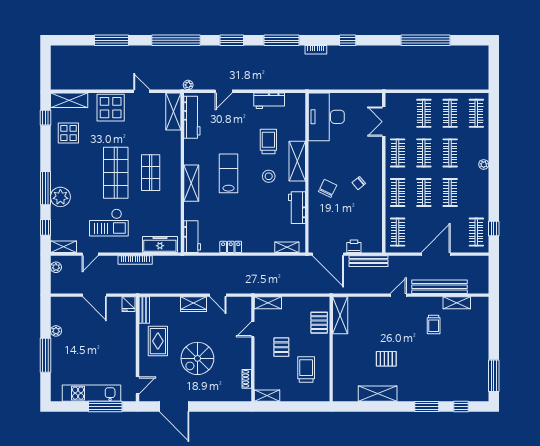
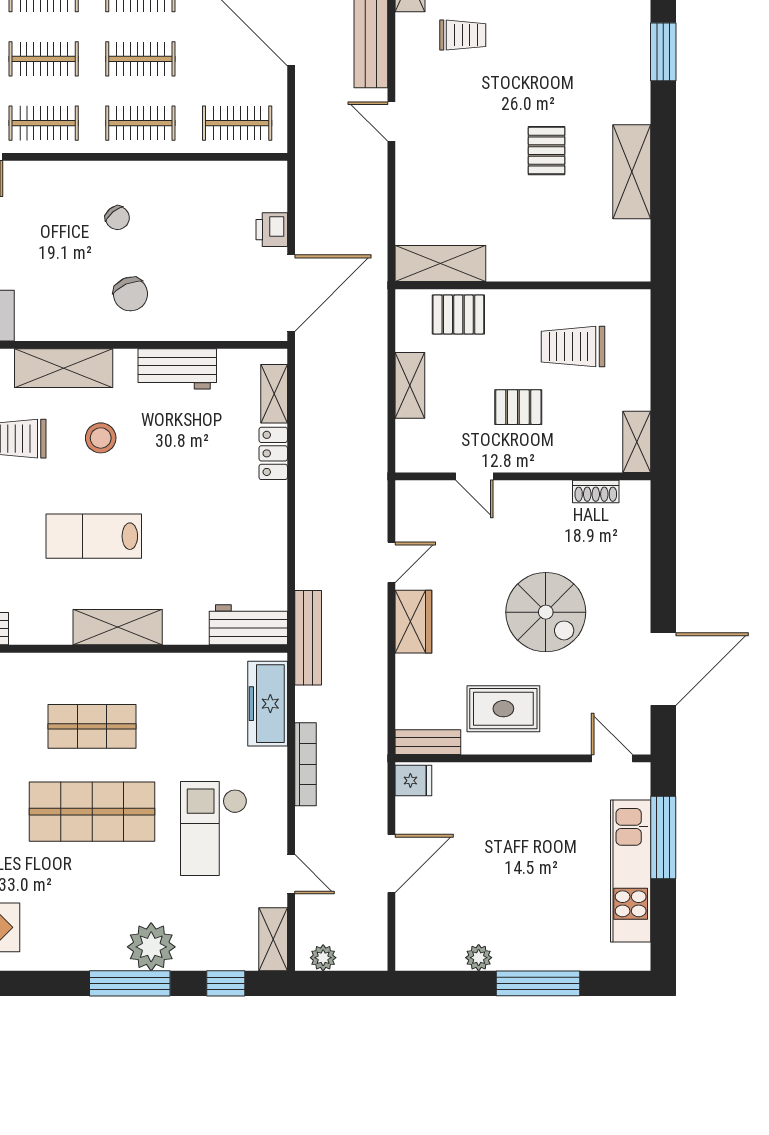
chair: (328, 188) -> (130, 294), turned -139
checkout: (109, 223) -> (214, 828), turned 180
locker: (231, 247) -> (273, 453), moved
bench: (369, 261) -> (308, 638), moved
shelving: (268, 303) -> (410, 385), moved

